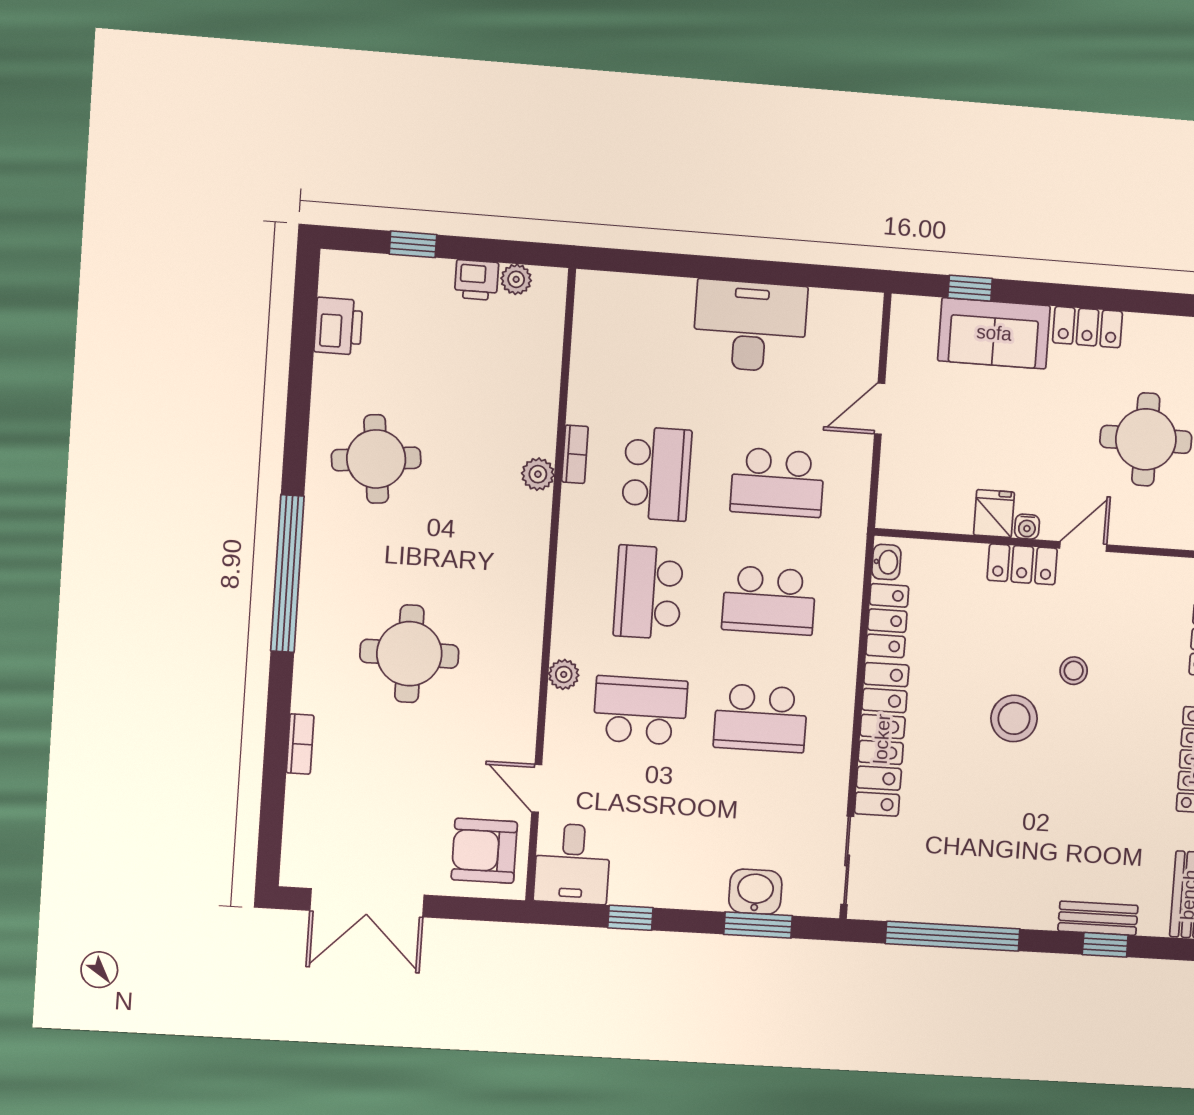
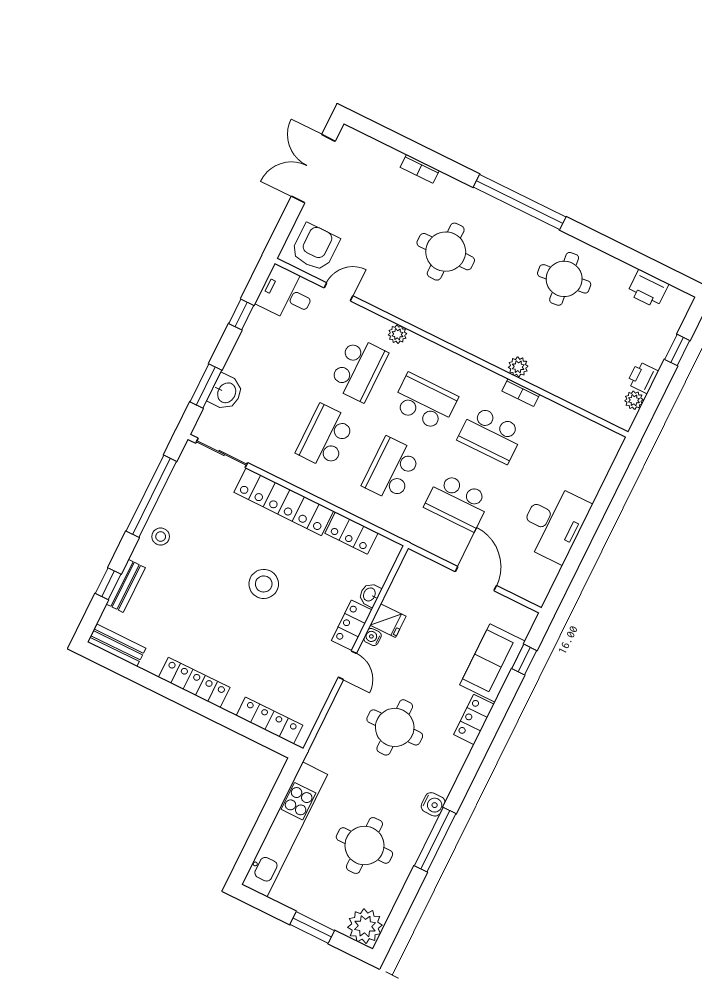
door: (880, 409) -> (476, 579), width x1.38
school desk: (777, 482) -> (458, 502), turned -90
washbasin: (886, 562) -> (370, 595), moved, turned 90
stool: (1074, 671) -> (161, 537), moved

